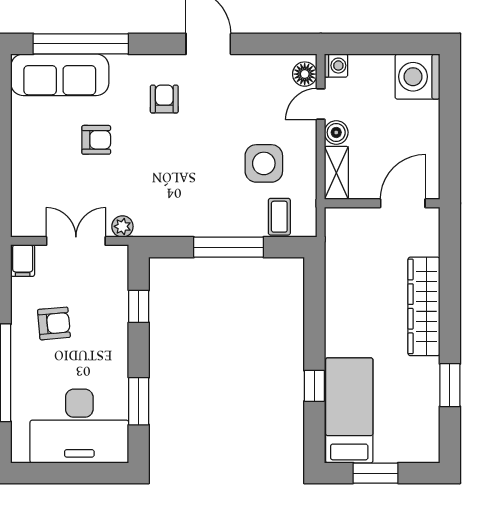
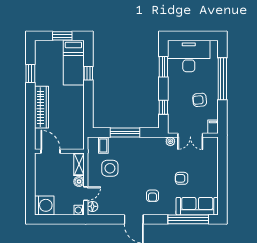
door: (403, 203) -> (51, 151), swing flipped

